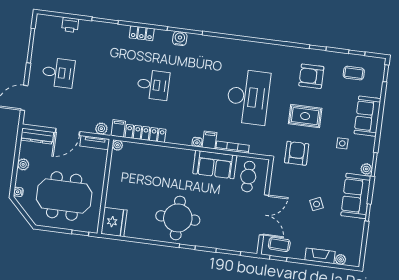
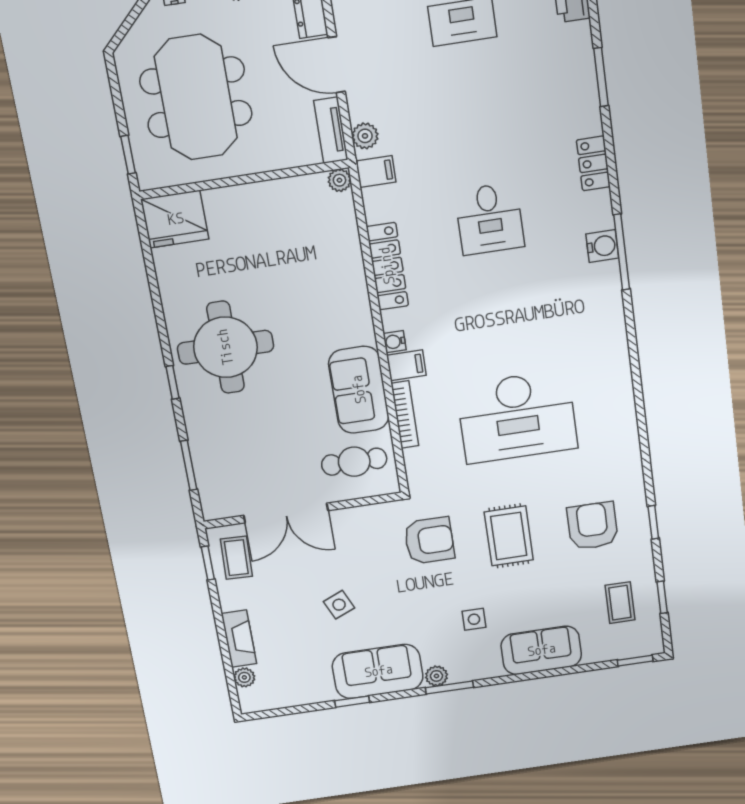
locker: (146, 133) -> (387, 266), moved

